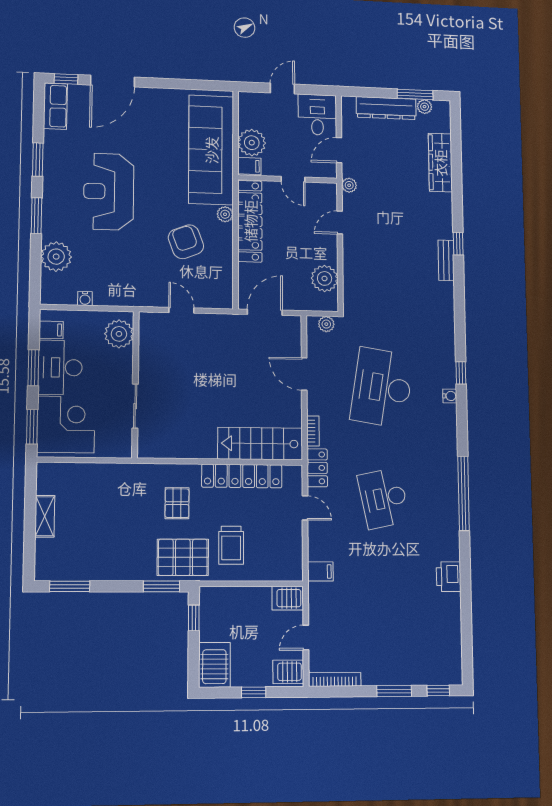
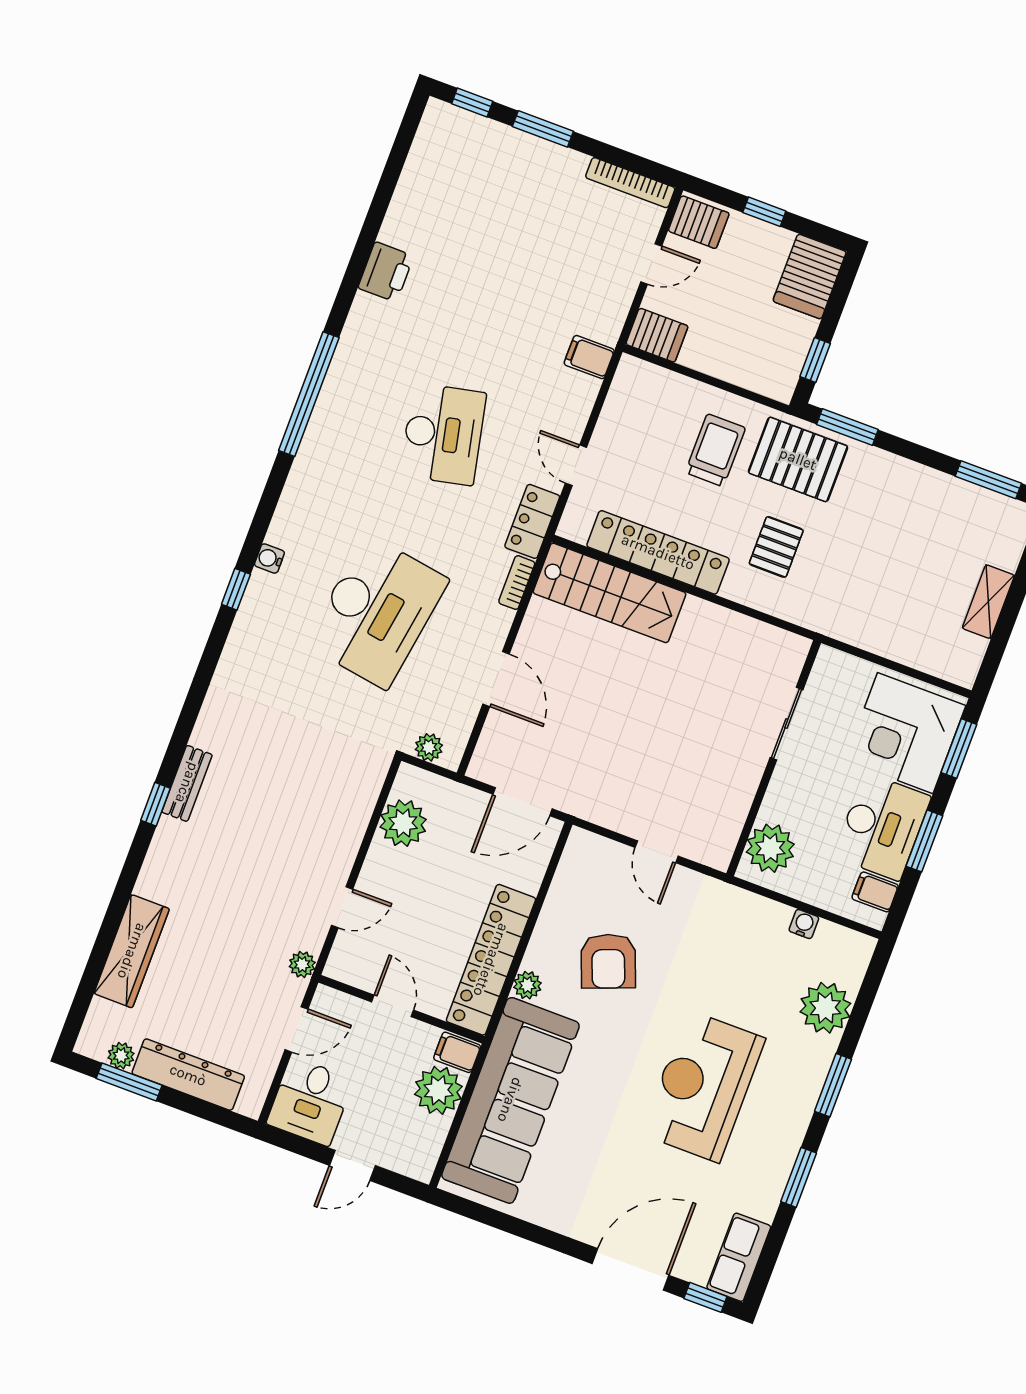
reception desk: (109, 192) -> (703, 1086), turned 180

